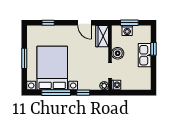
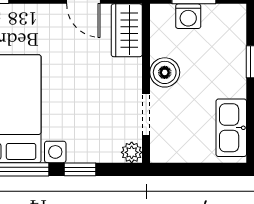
kitchen sink: (145, 55) -> (231, 128), moved
washing machine: (116, 85) -> (161, 150), removed

